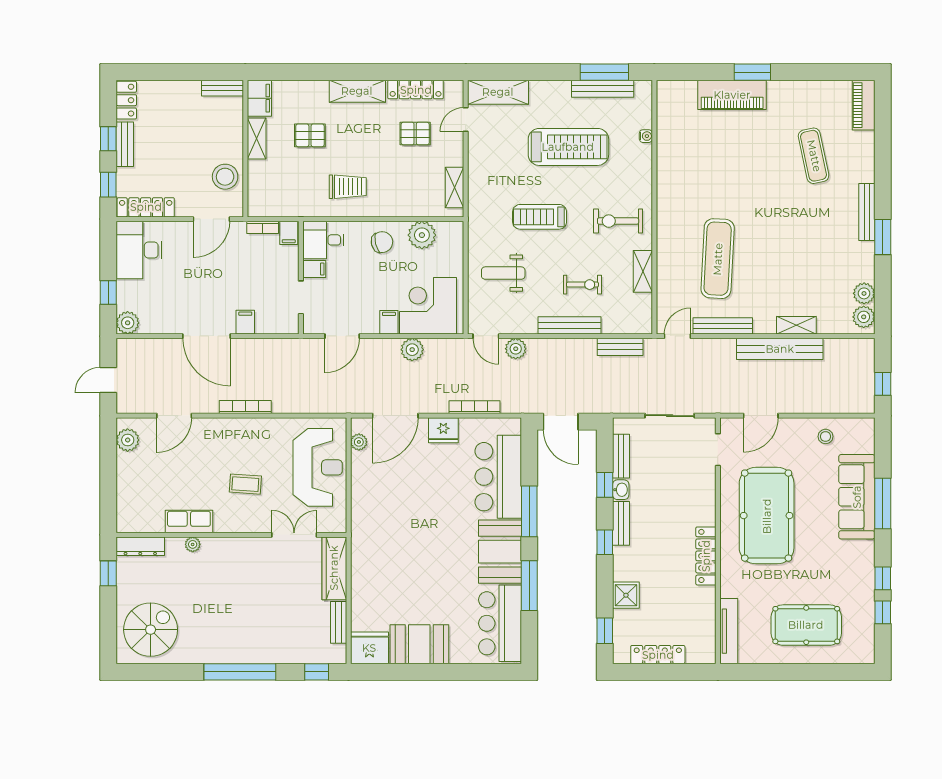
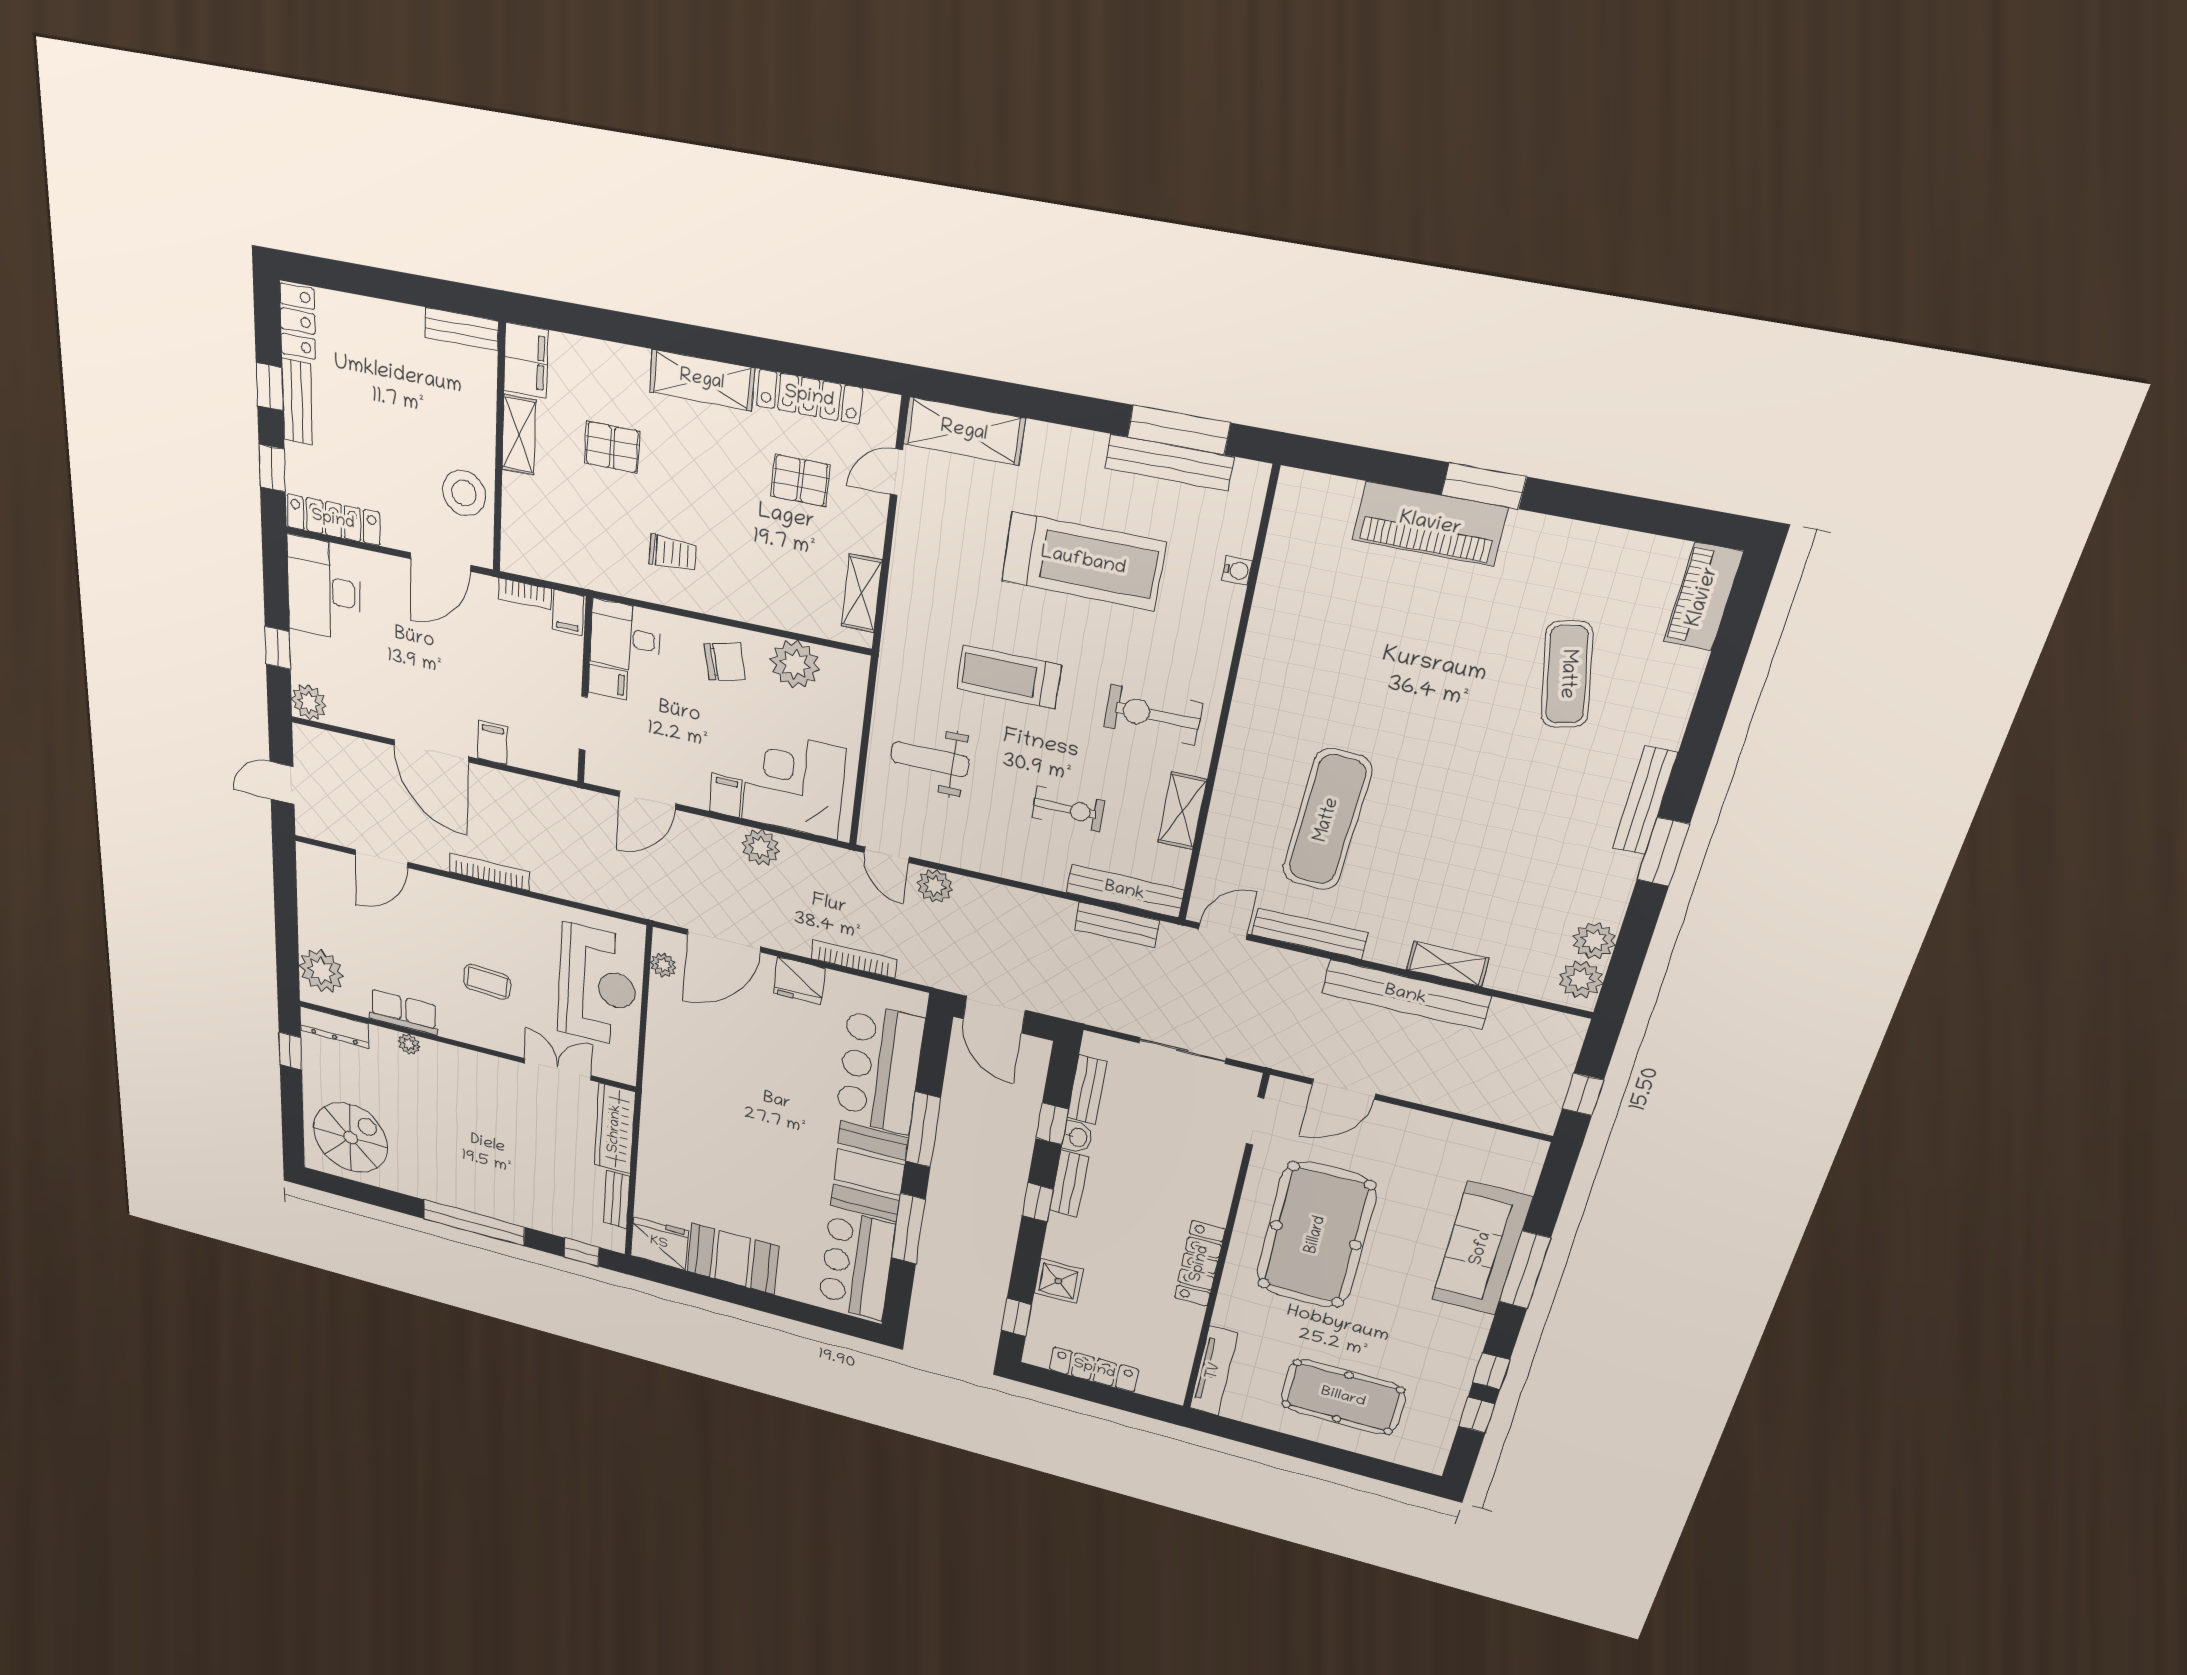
trolley: (348, 187) -> (673, 553), width x0.73, depth x0.72
bench: (569, 325) -> (1125, 891), moved
stool: (825, 436) -> (1452, 1148), removed
plant: (128, 440) -> (321, 971), moved, width x1.36, depth x1.36

